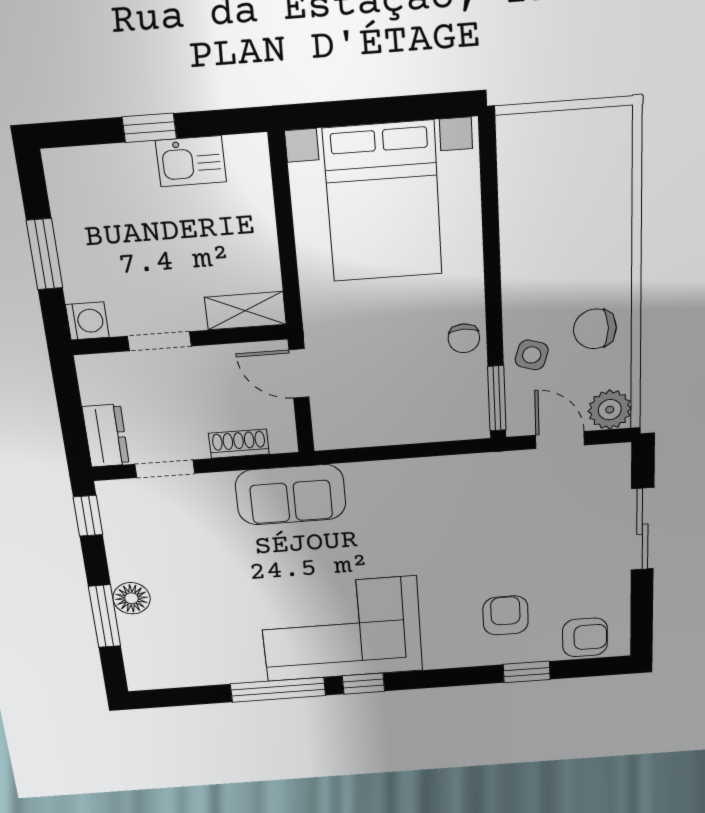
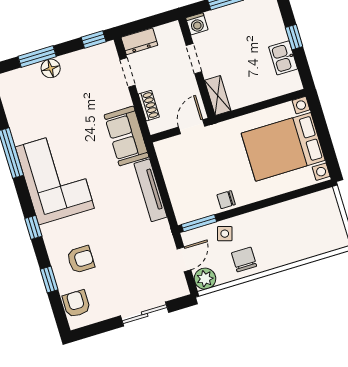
tv unit: (408, 473) -> (150, 190), added
armchair: (585, 637) -> (76, 304), turned 180
window: (363, 684) -> (33, 227), moved

